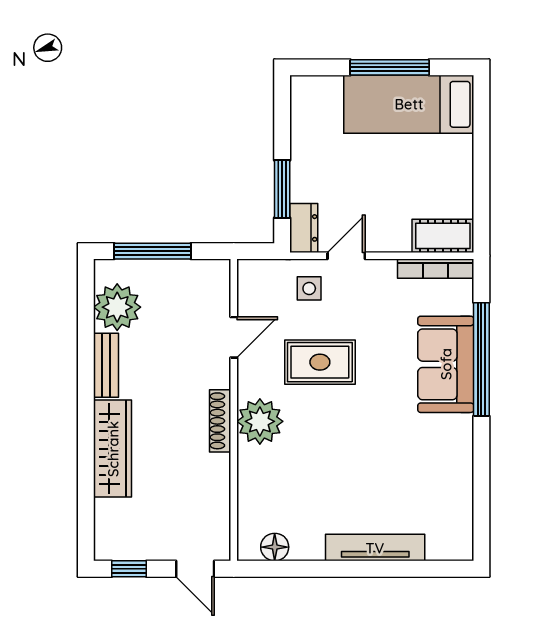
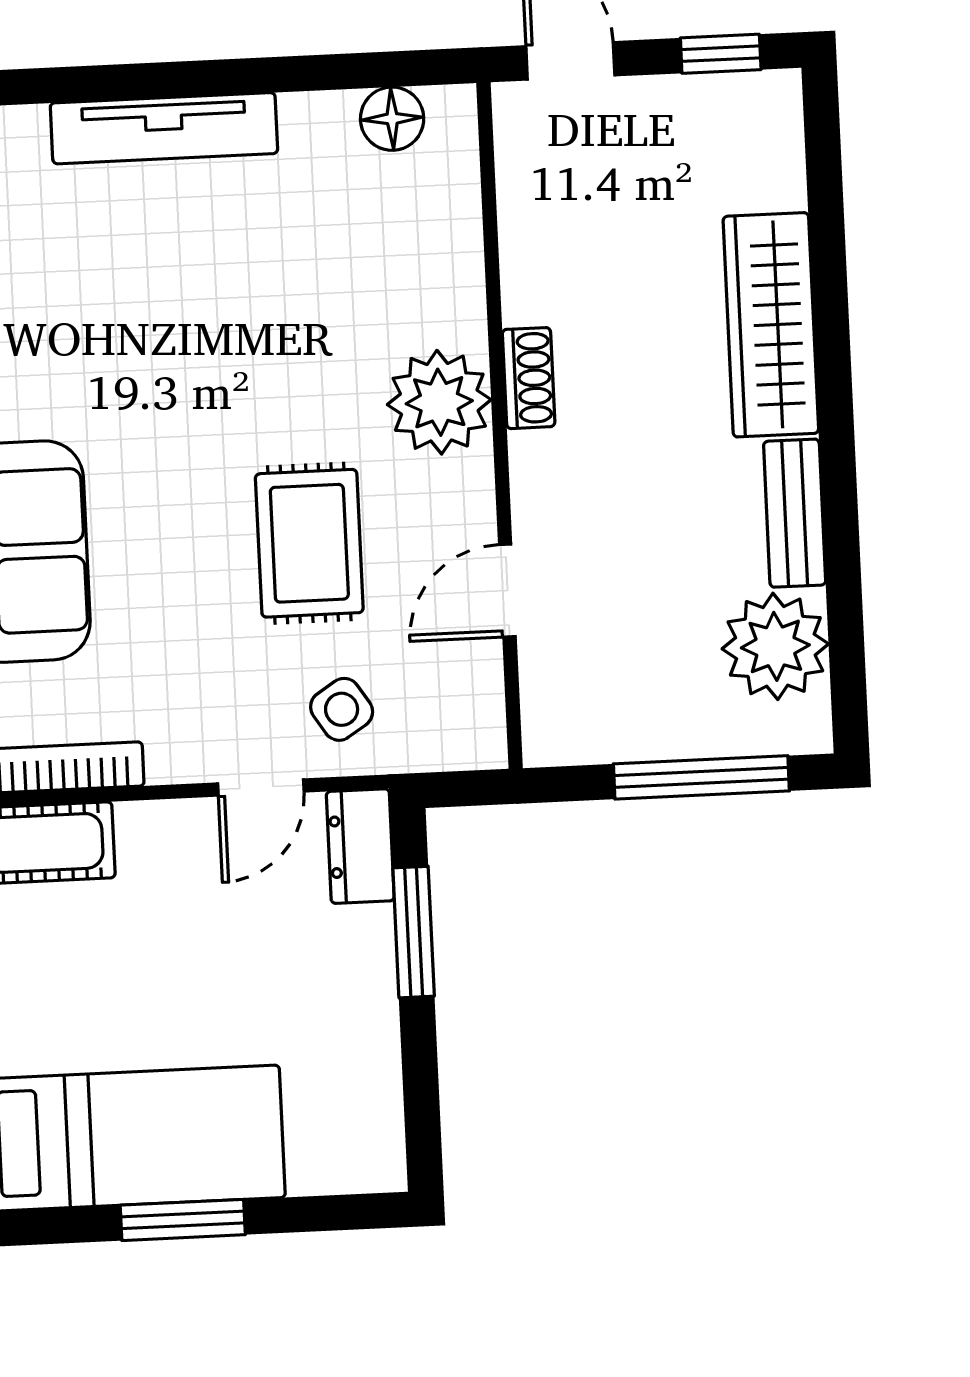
window: (390, 67) -> (183, 1220), width x0.69
side table: (309, 288) -> (342, 709), turned -33
rug: (320, 362) -> (309, 543), turned 90
shoe rack: (220, 421) -> (529, 378), width x0.70

